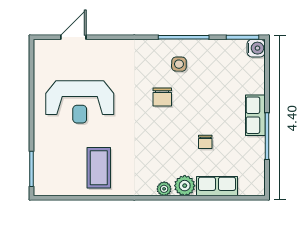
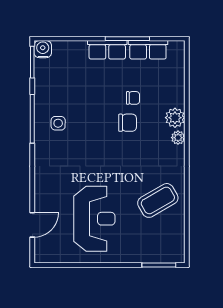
door: (73, 37) -> (32, 225), swing flipped
chair: (162, 97) -> (128, 123), moved
coffee table: (99, 168) -> (158, 200), turned -30
row of seats: (217, 186) -> (148, 50), moved, turned -90

